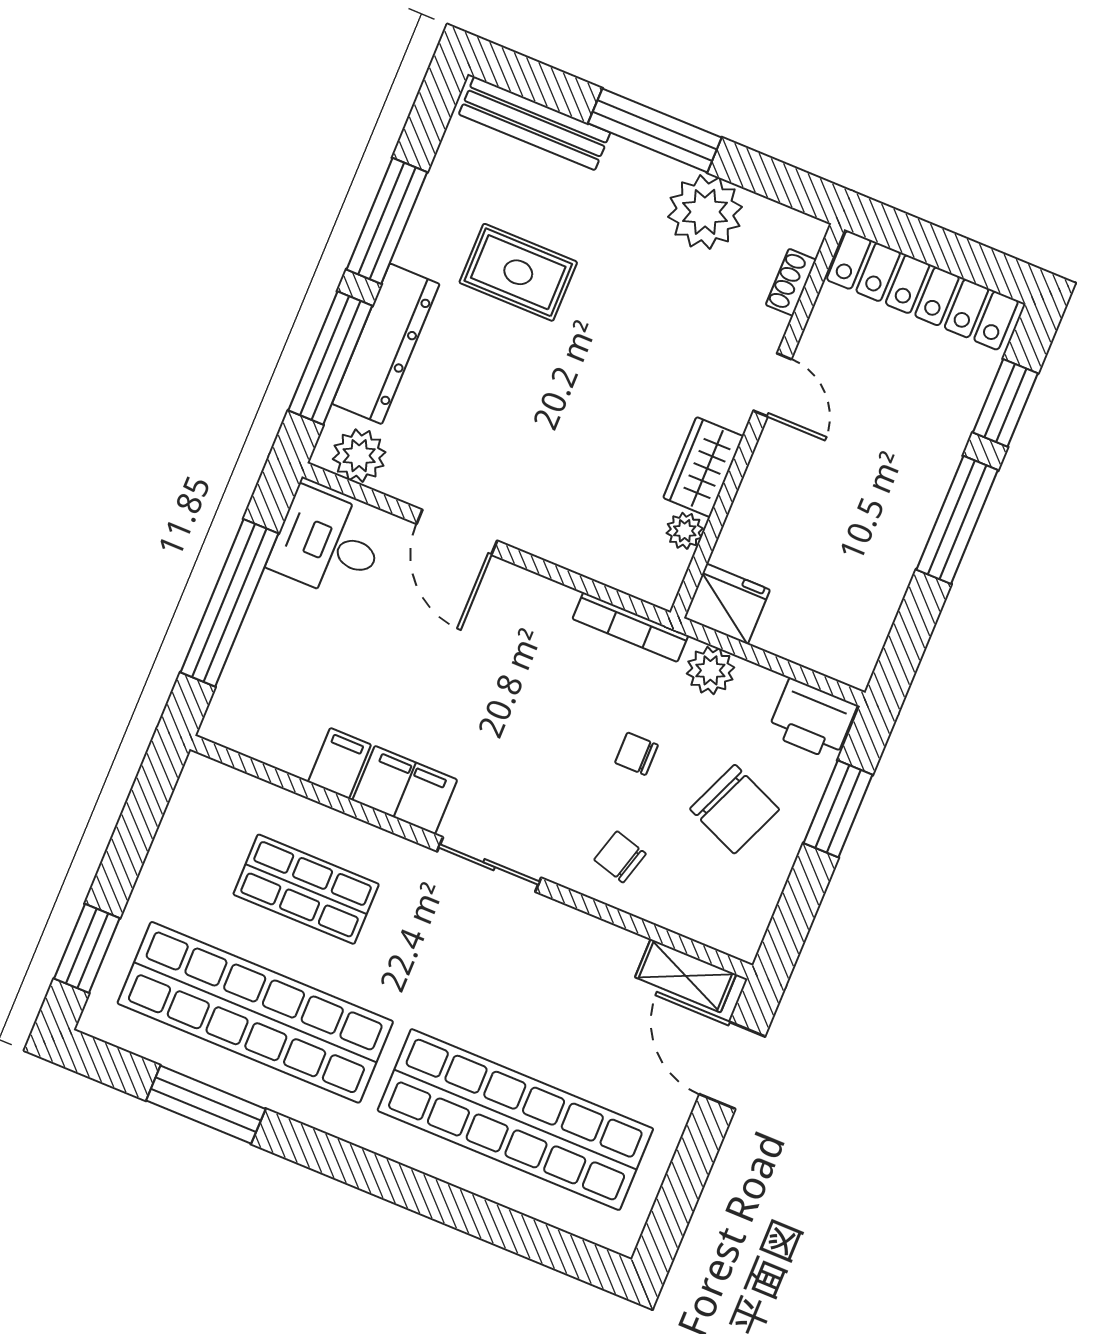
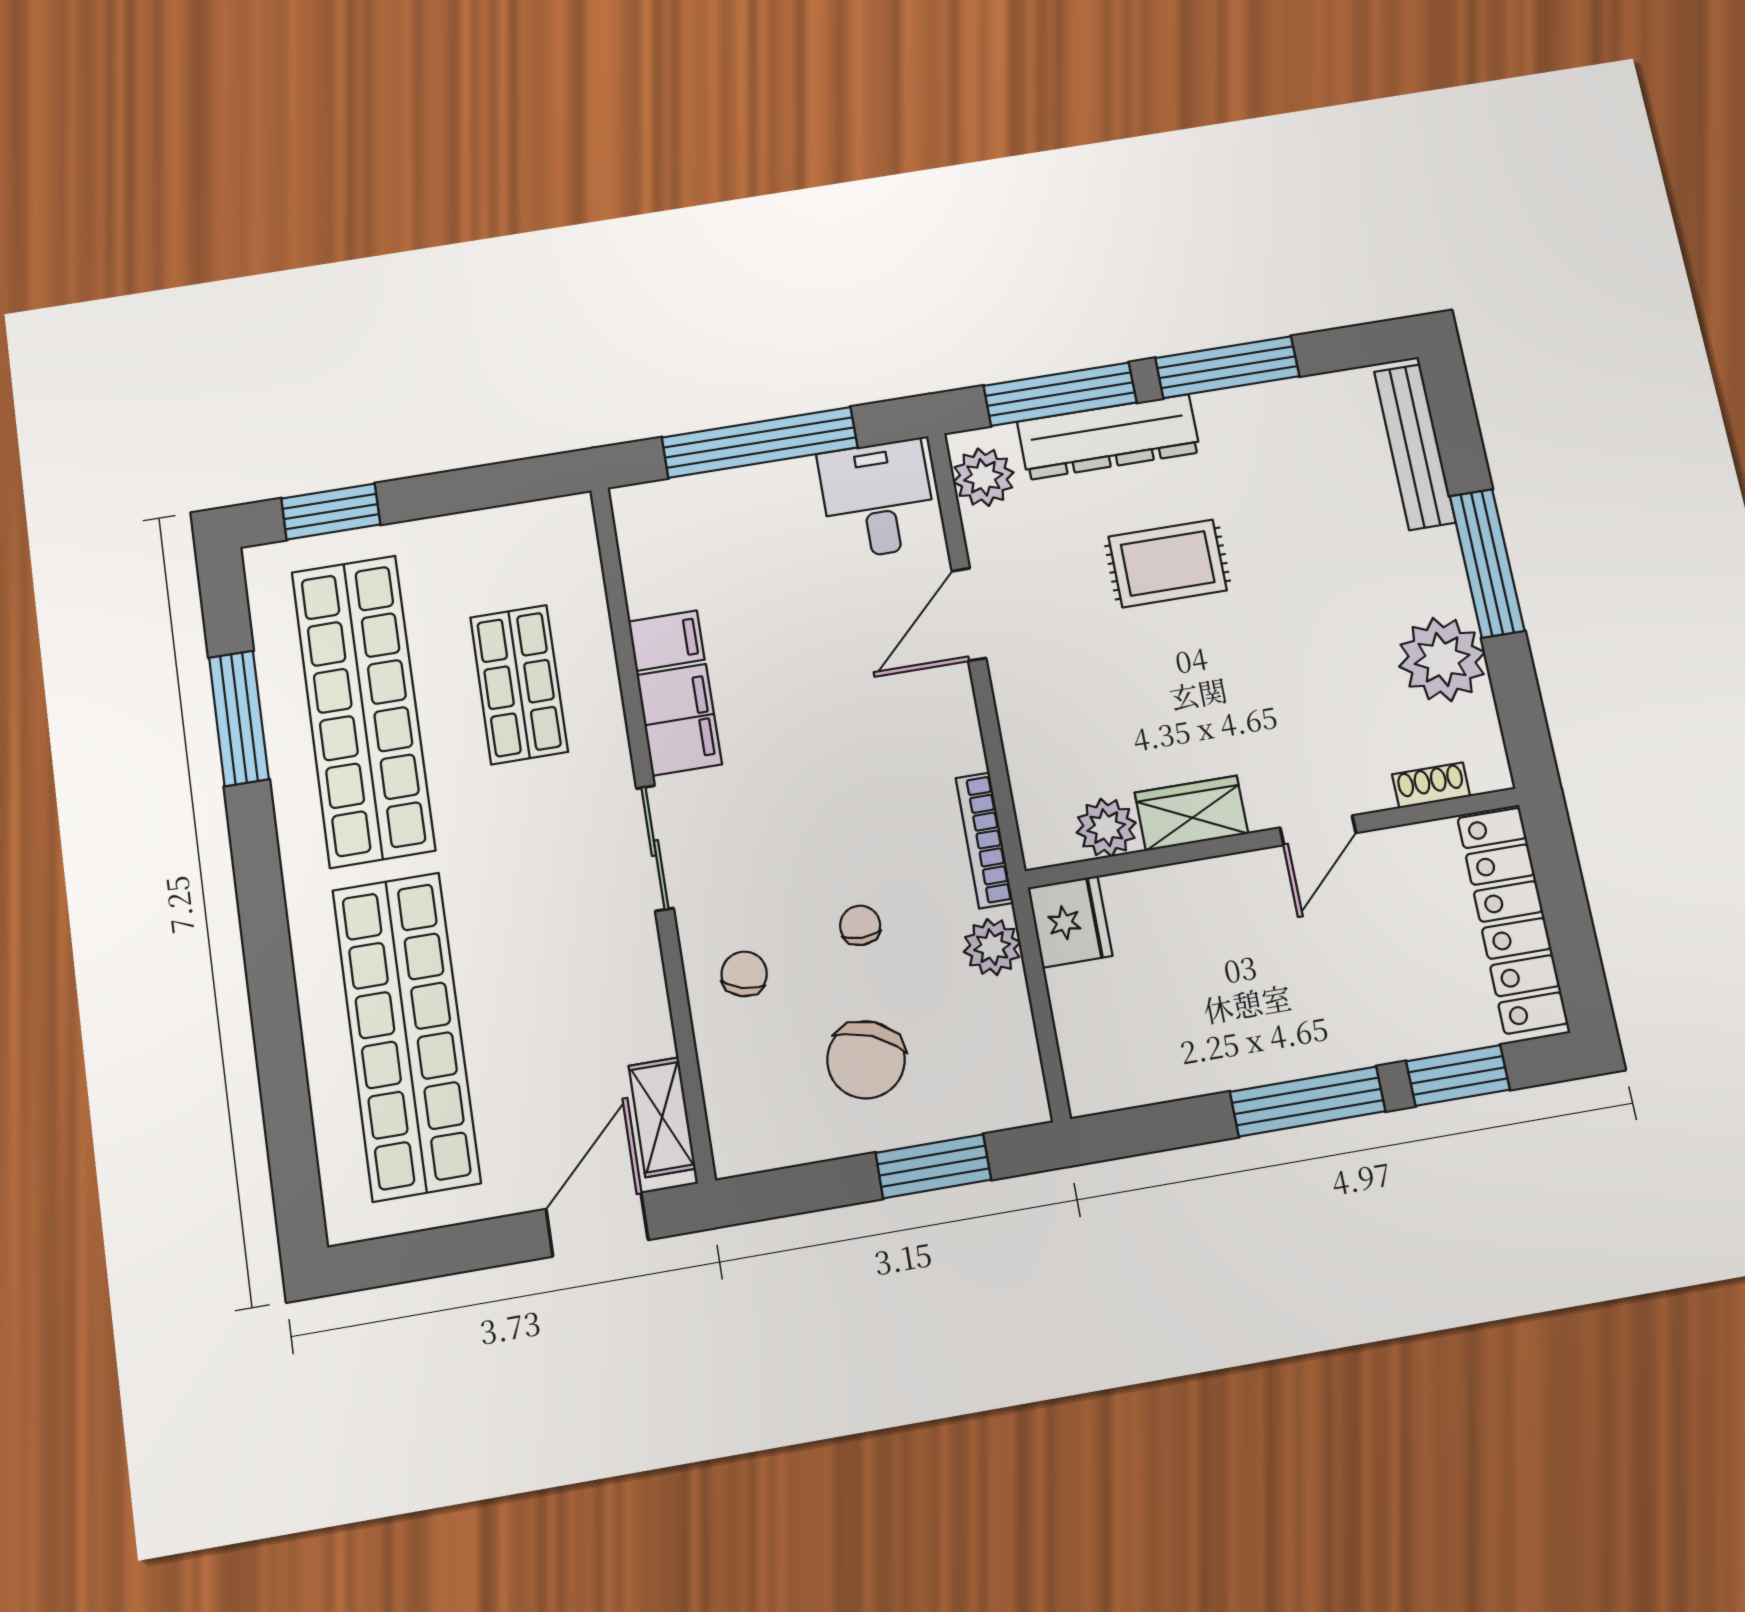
rug: (518, 272) -> (1168, 563), moved, turned 90
plant: (685, 531) -> (1106, 828), width x1.38, depth x1.38
printer: (812, 719) -> (1008, 1081), removed

